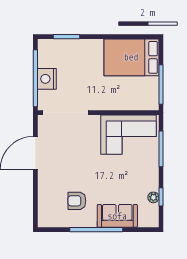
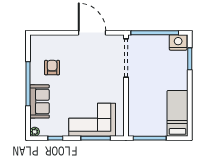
bed: (131, 57) -> (178, 113), width x0.67
nightstand: (47, 79) -> (178, 42), moved
corner sofa: (129, 135) -> (92, 120), moved, turned 90
plant: (153, 197) -> (35, 132), moved

